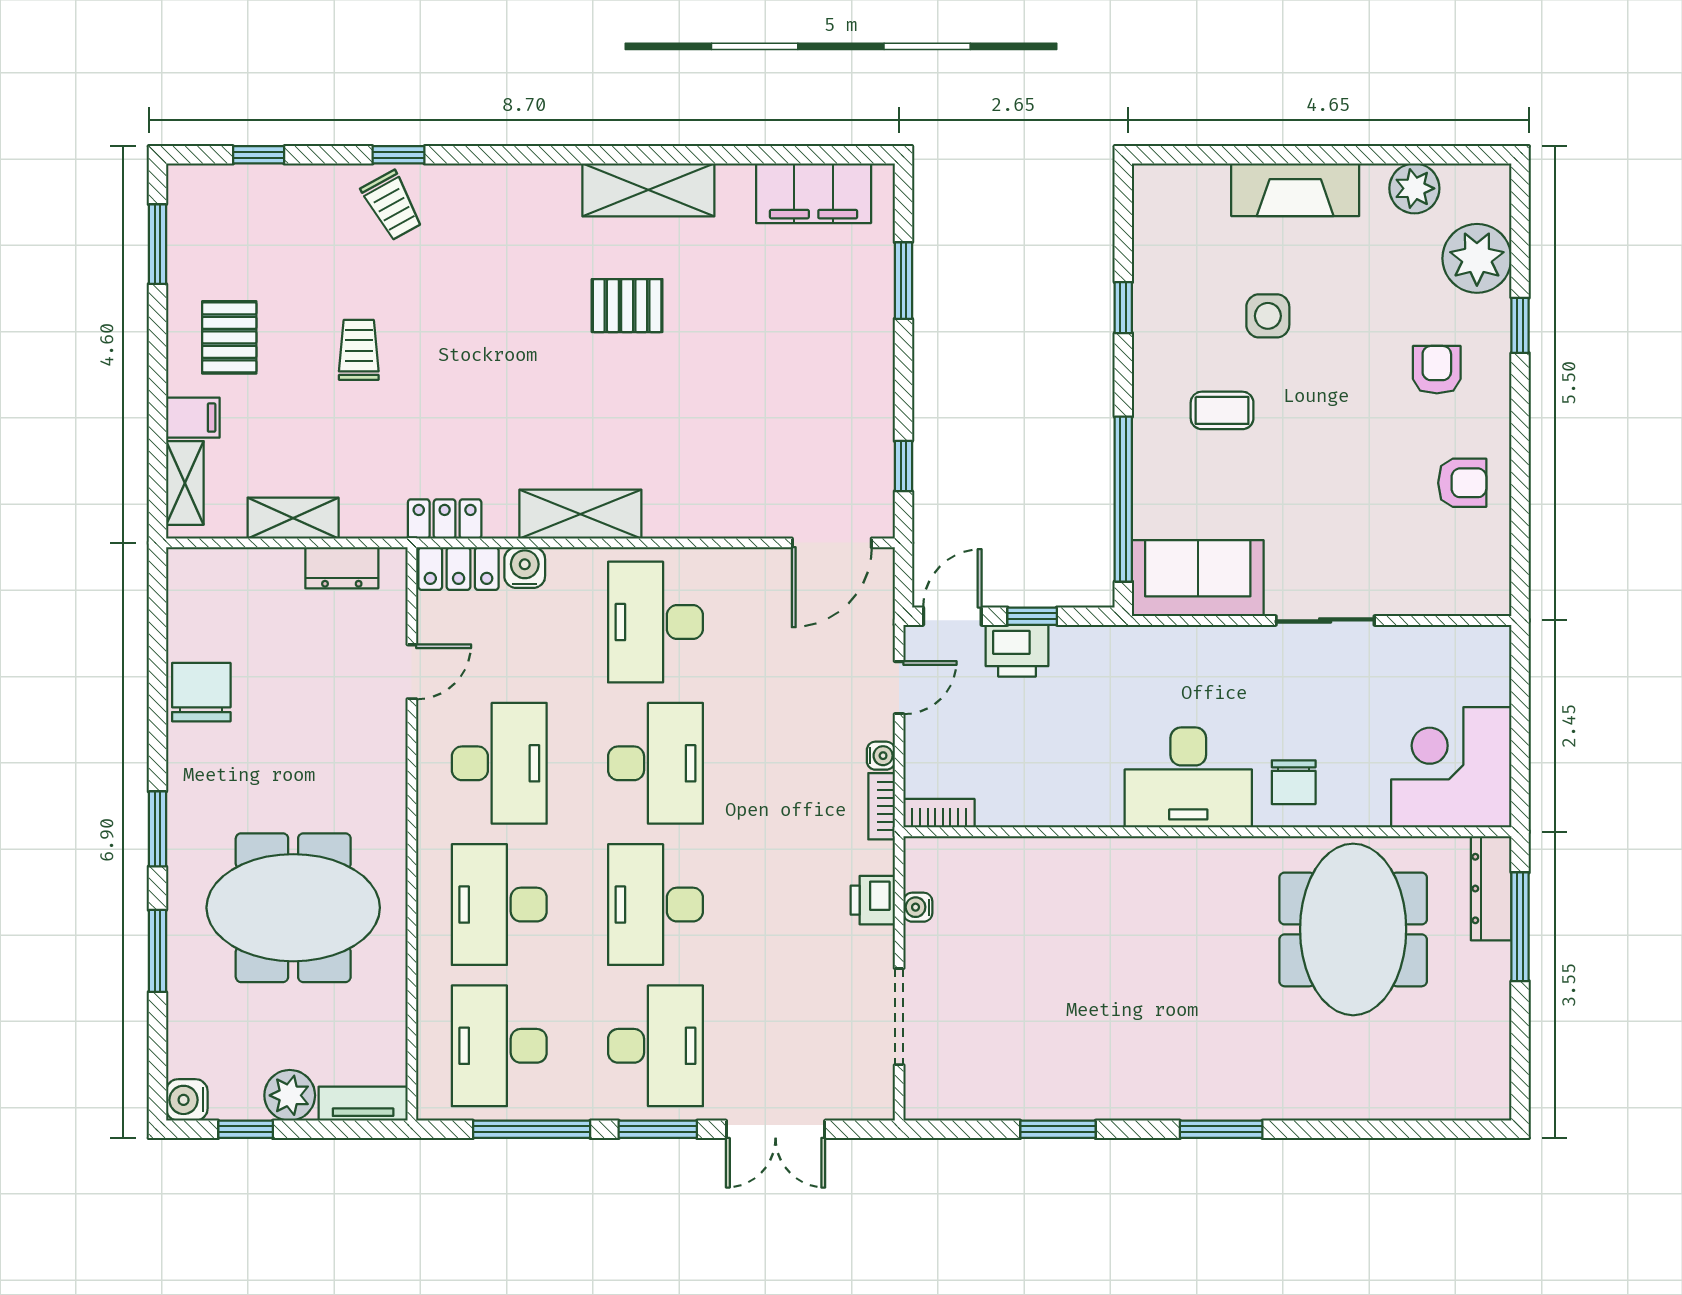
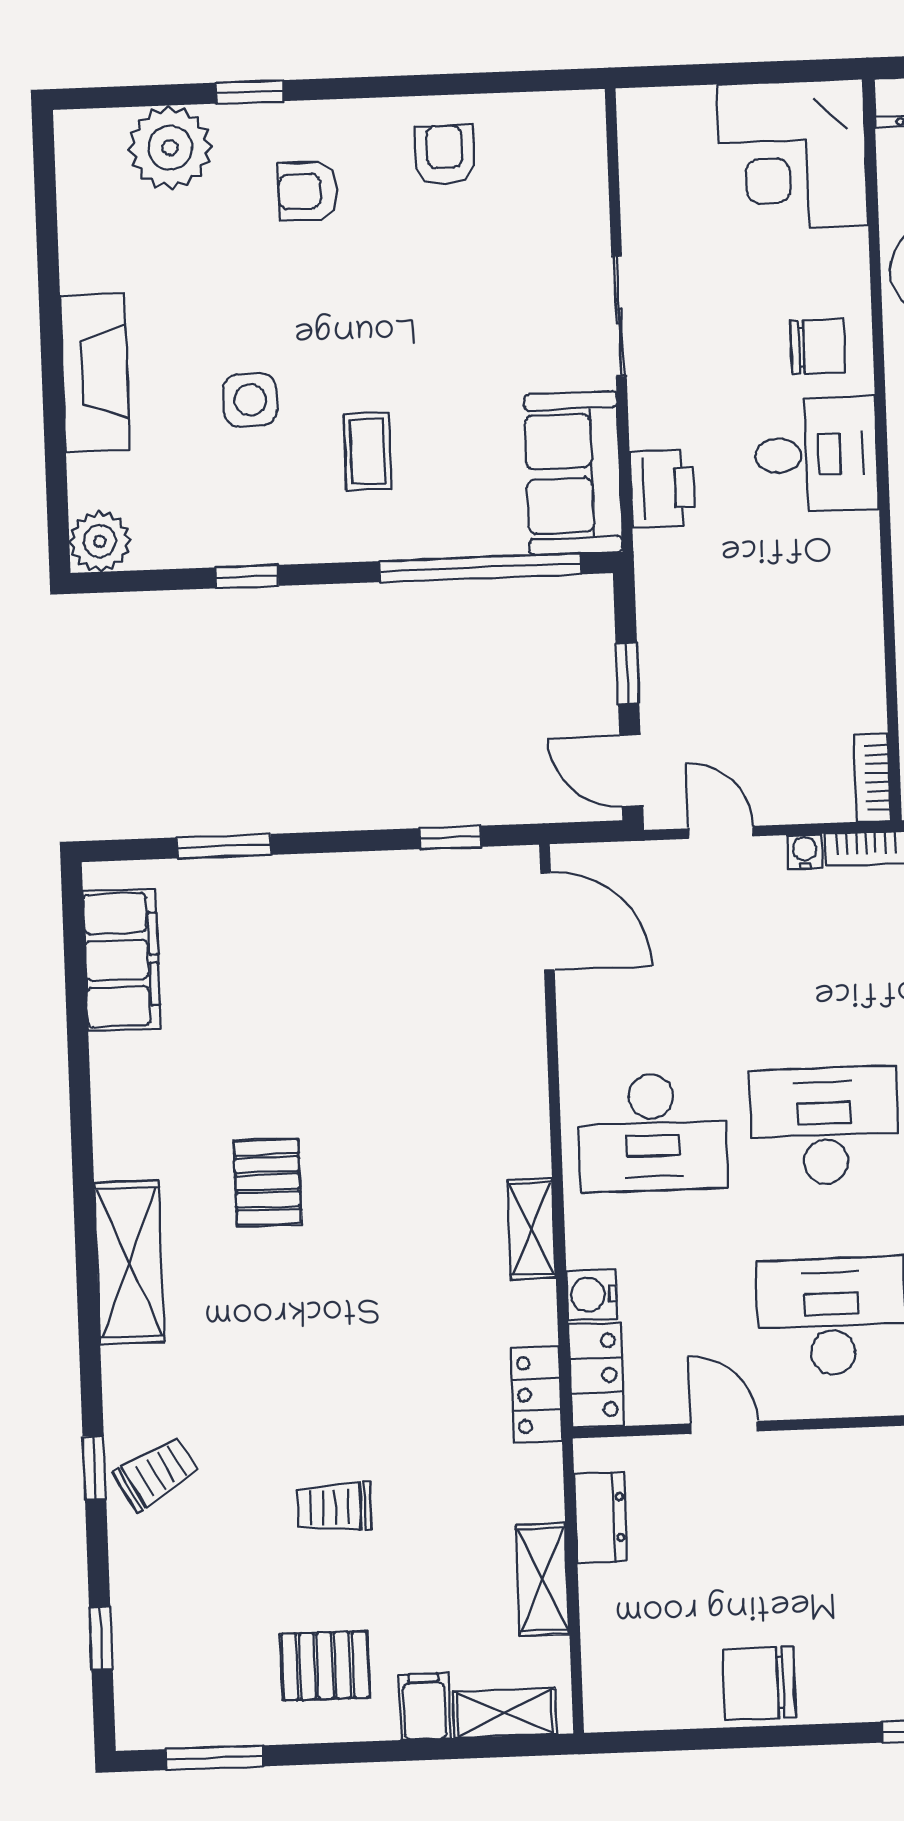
plant: (1414, 188) -> (100, 541), moved
shelving: (648, 190) -> (129, 1262), moved
shelving: (580, 514) -> (532, 1229), width x0.67, depth x0.75
printer: (1017, 651) -> (662, 488), moved
desk: (1188, 777) -> (816, 454), width x0.73

